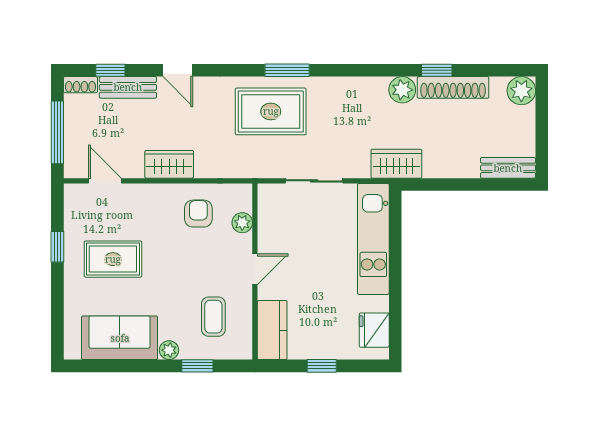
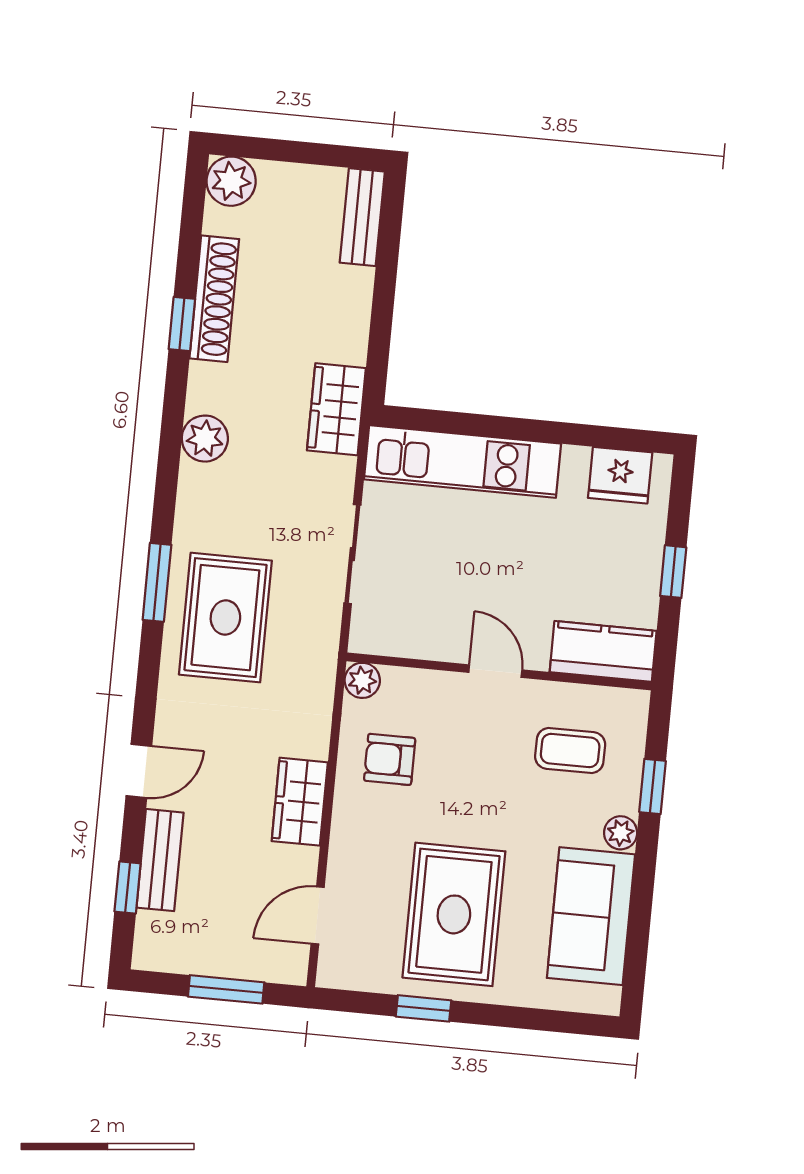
shoe rack: (80, 85) -> (148, 942), removed
plant: (402, 90) -> (205, 439), moved
window: (57, 132) -> (226, 989), width x0.69
plant: (242, 223) -> (362, 680), moved
rug: (113, 259) -> (454, 914), width x1.36, depth x1.43

